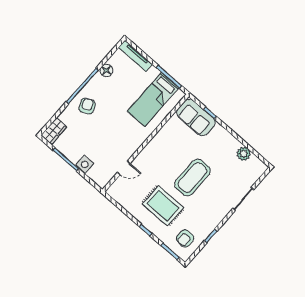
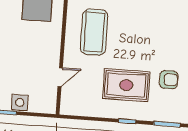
coffee table: (192, 178) -> (94, 32), moved
armchair: (185, 238) -> (169, 80), moved, turned -90

